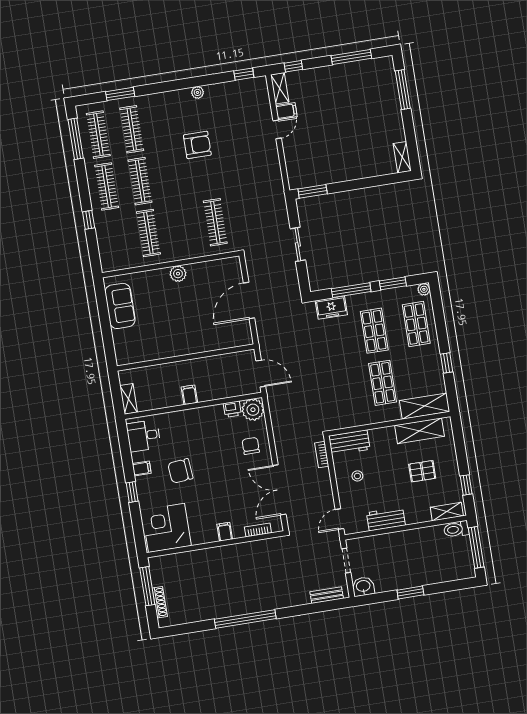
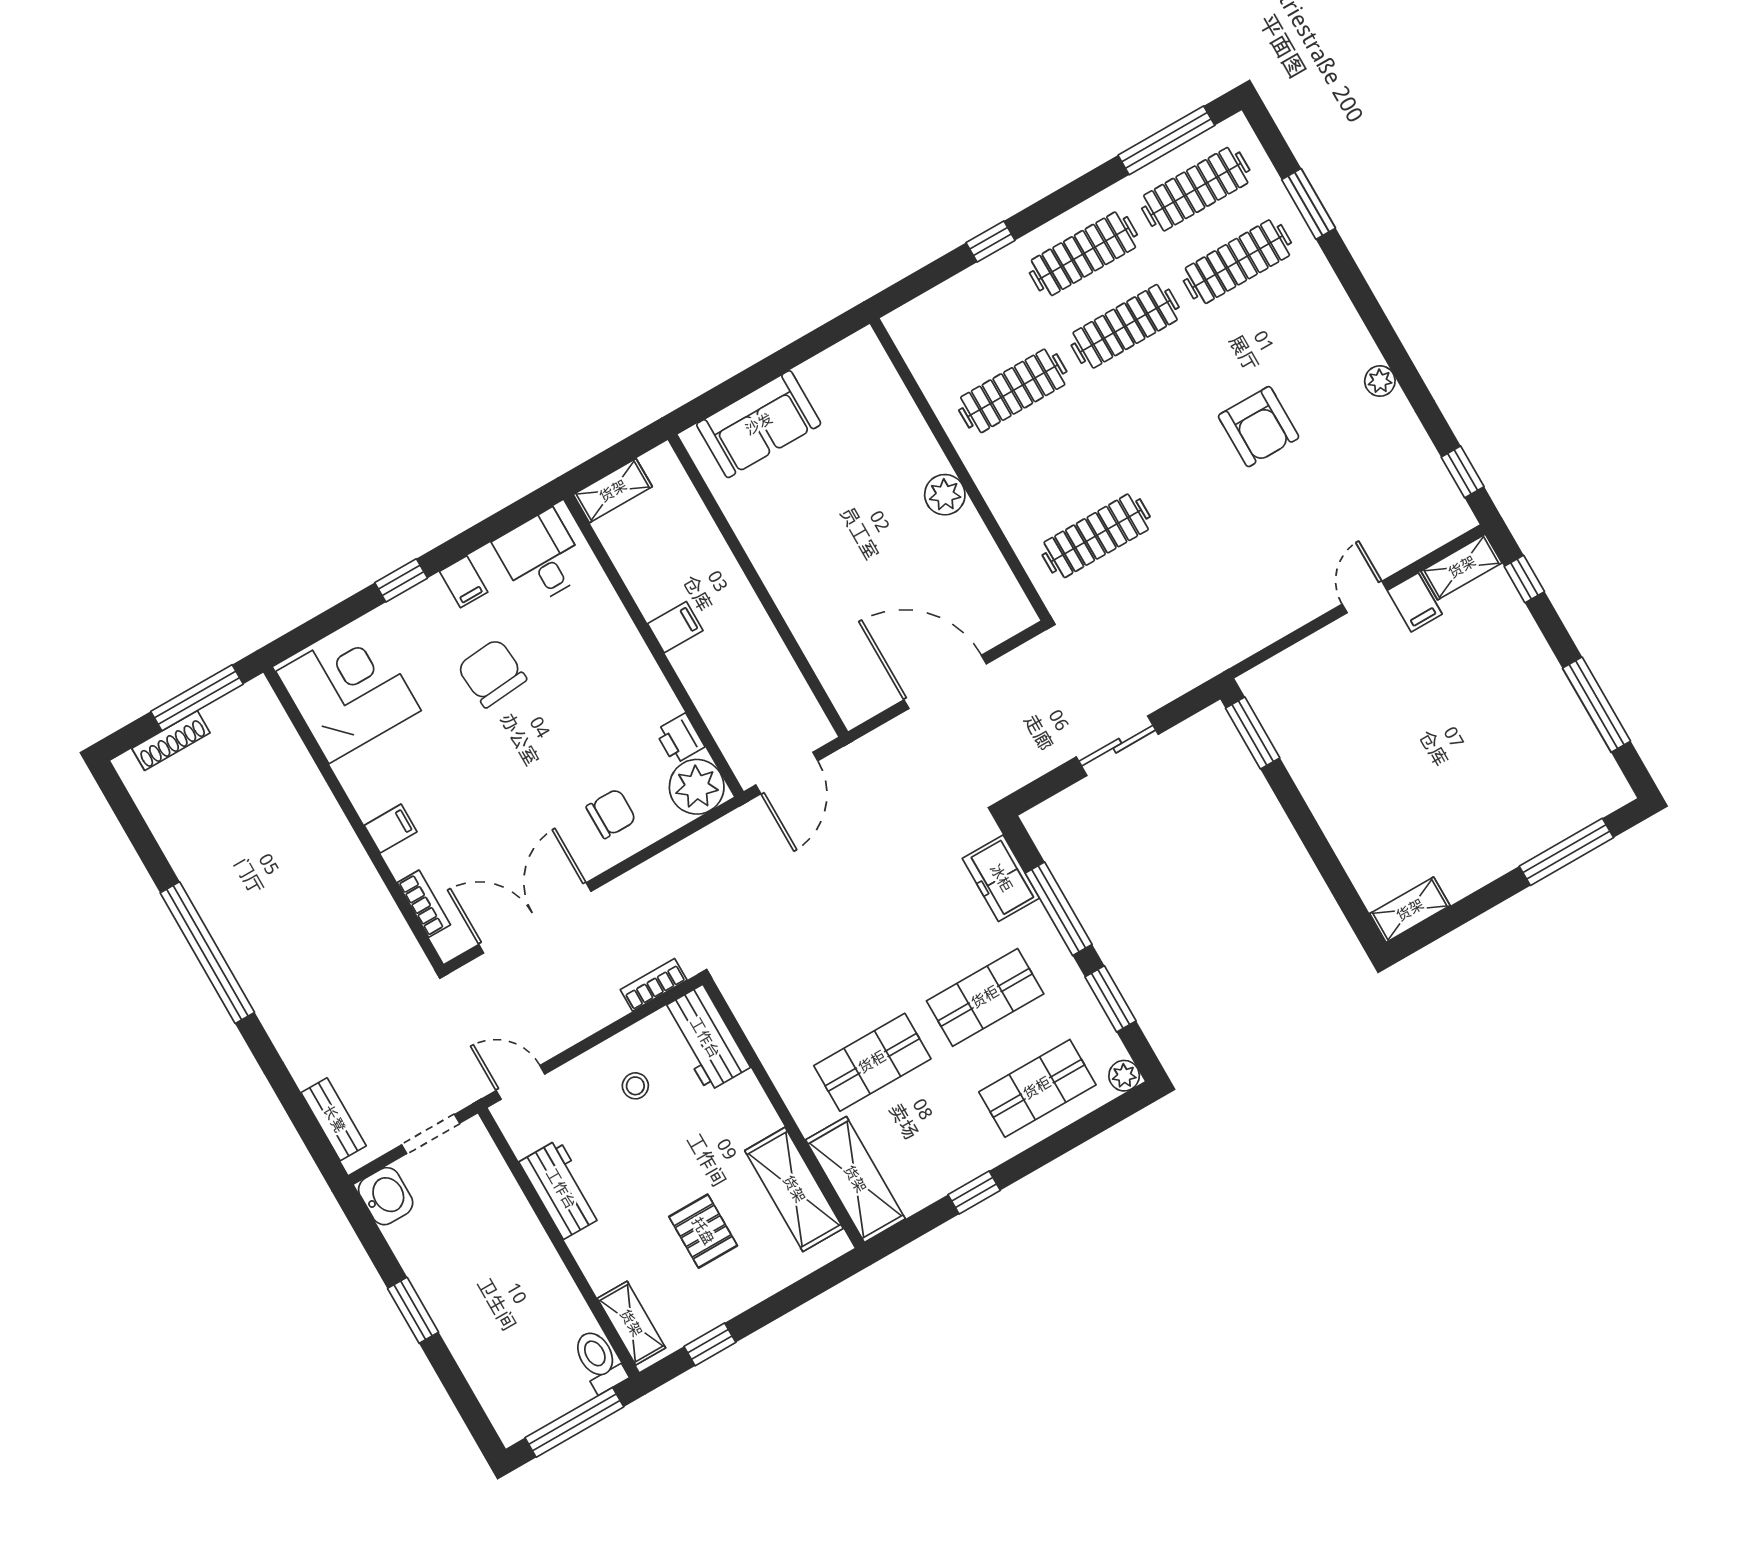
door: (277, 129) -> (1364, 597), swing flipped
sofa: (120, 306) -> (759, 424), moved

